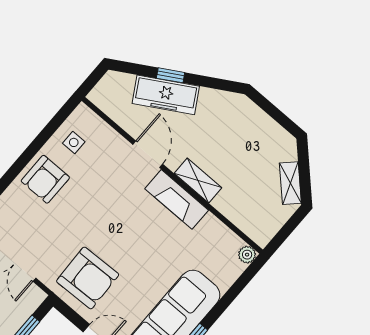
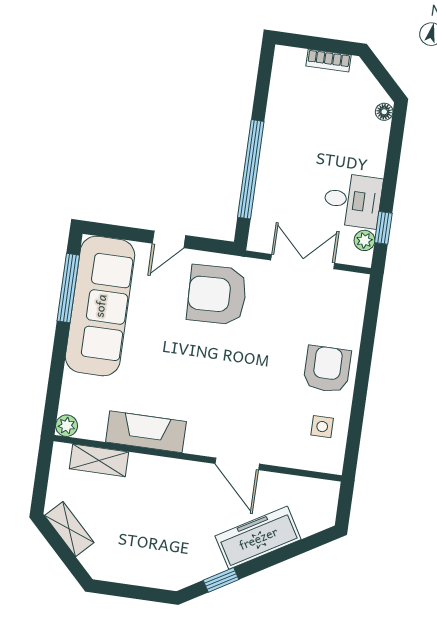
window: (171, 75) -> (221, 580), moved
shelving: (198, 181) -> (99, 460), moved
fireplace: (177, 199) -> (146, 432), moved

